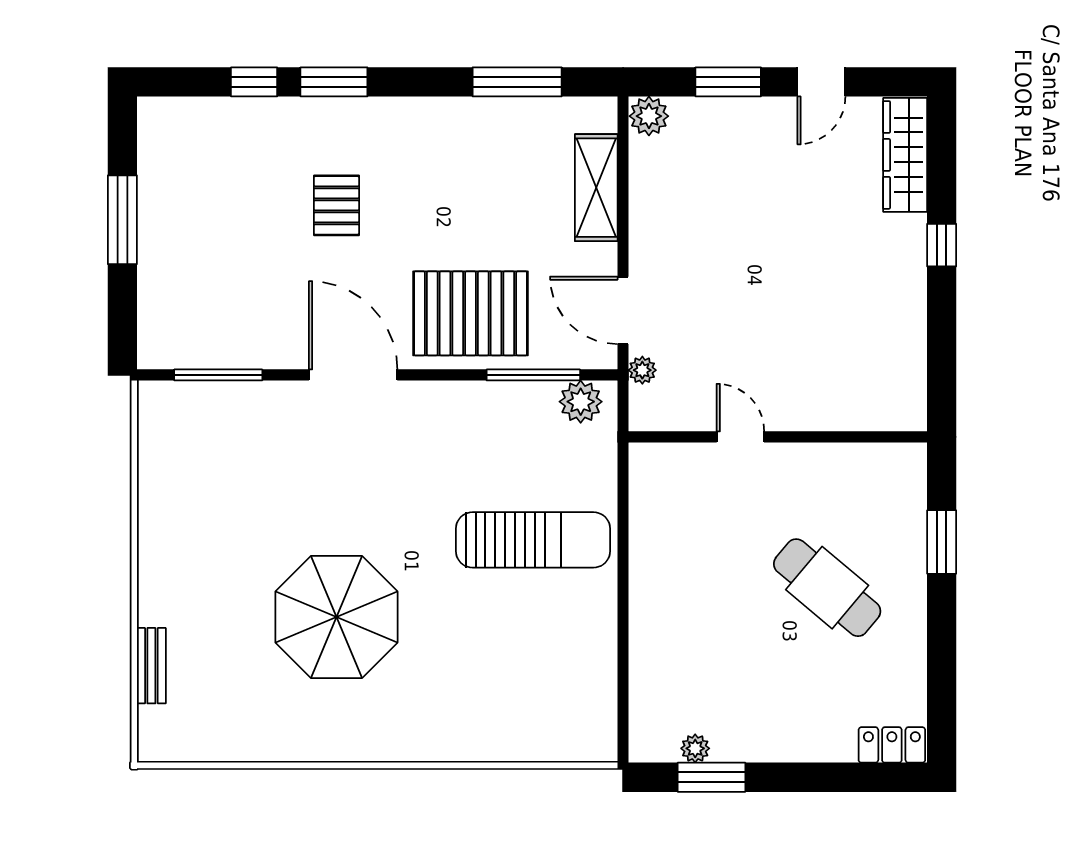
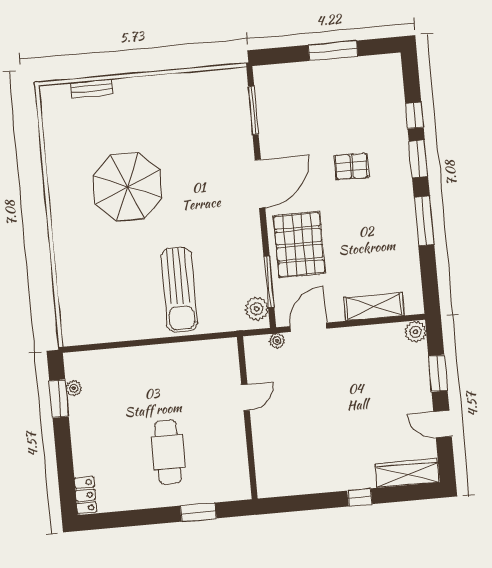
window: (517, 82) -> (424, 221), moved
cafe table: (827, 588) -> (168, 452), turned -40

